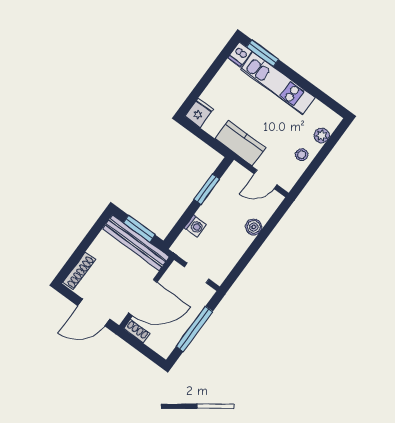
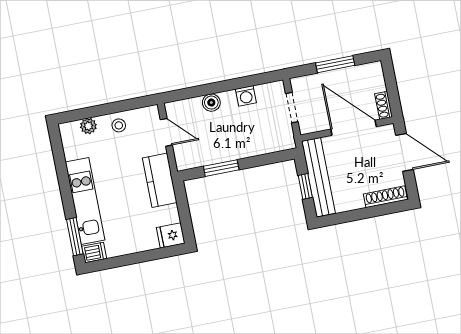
washing machine: (195, 226) -> (246, 96), moved, turned 180
window: (139, 229) -> (305, 186), width x0.67
window: (194, 329) -> (335, 64), width x0.69

